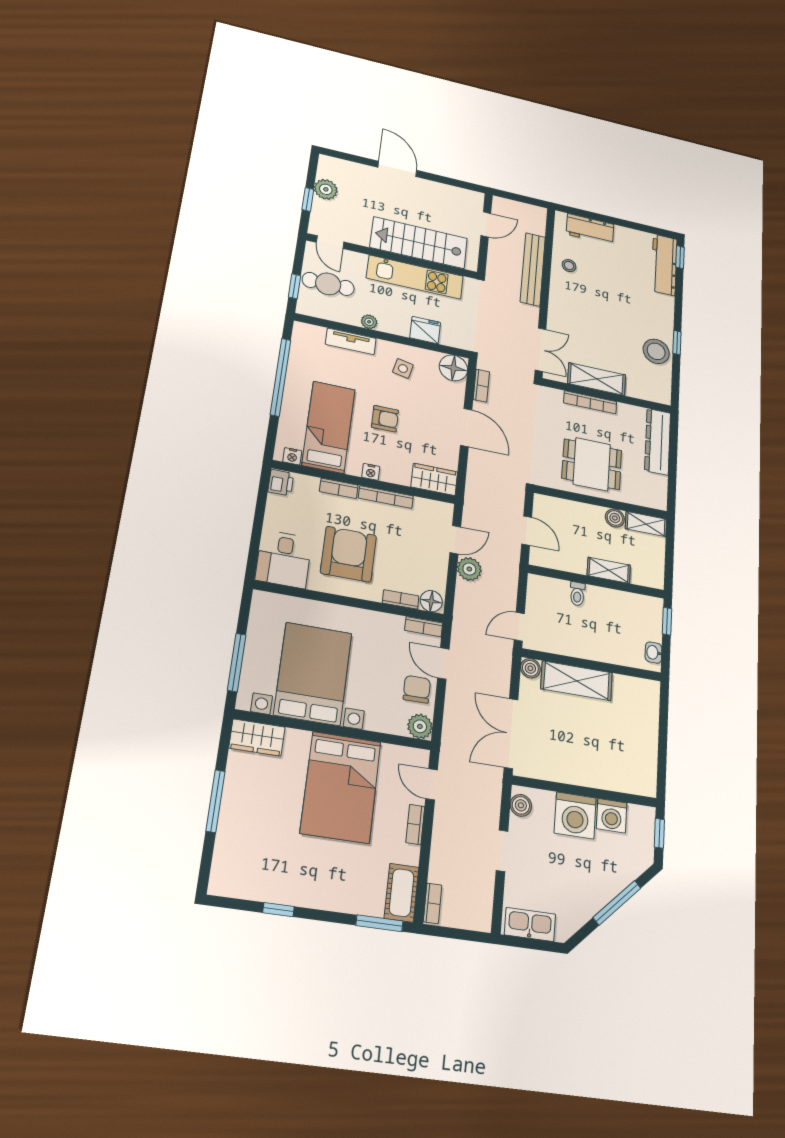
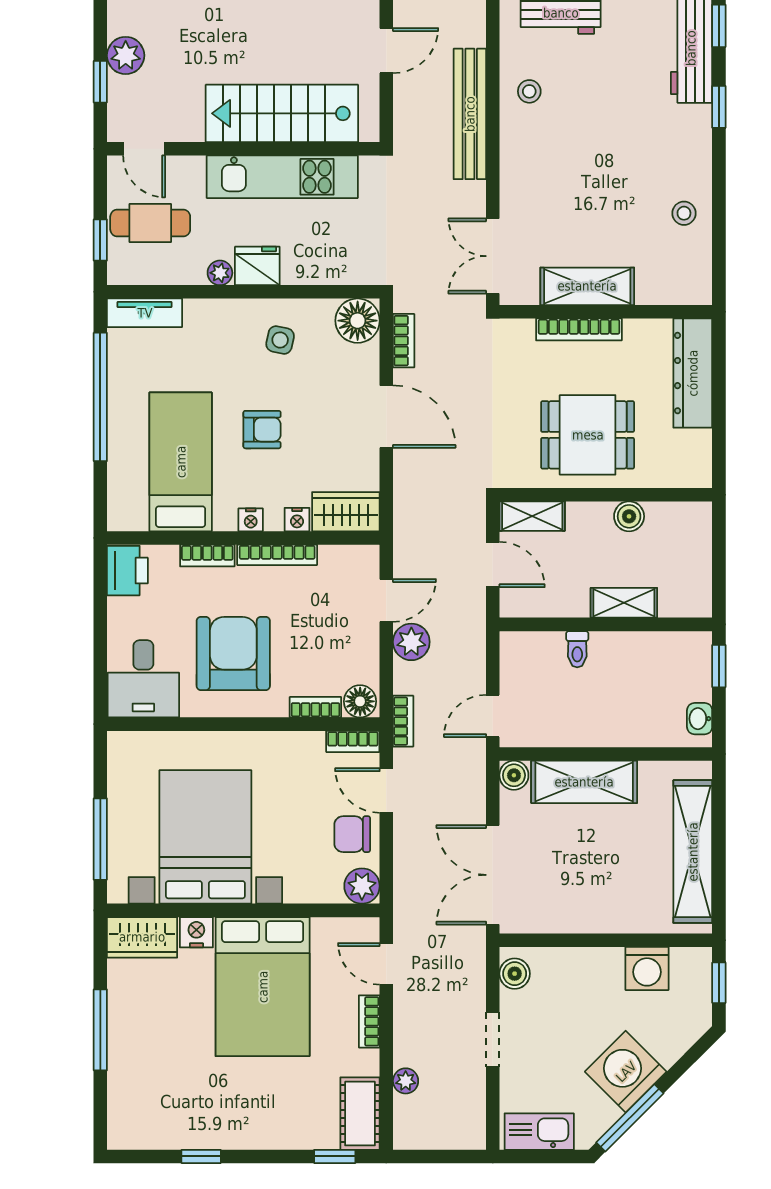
fridge: (425, 330) -> (257, 266), moved
tv unit: (351, 341) -> (145, 313), moved
window: (677, 343) -> (719, 107), moved
double door: (541, 350) -> (493, 256), swing flipped
stool: (656, 351) -> (684, 213), width x0.53, depth x0.53
nightstand: (292, 456) -> (297, 520), moved
printer: (281, 483) -> (127, 571), width x1.36, depth x1.24
shelving: (646, 524) -> (532, 516), moved
chair: (417, 689) -> (352, 834), turned -90
nightstand: (297, 740) -> (196, 932), added
shelving: (646, 740) -> (693, 852), added
washing machine: (575, 815) -> (626, 1072), moved, turned 135
plant: (437, 873) -> (406, 1081), added
bookcase: (433, 903) -> (403, 721), moved
window: (617, 903) -> (630, 1118), moved
window: (379, 923) -> (335, 1156), width x0.67

